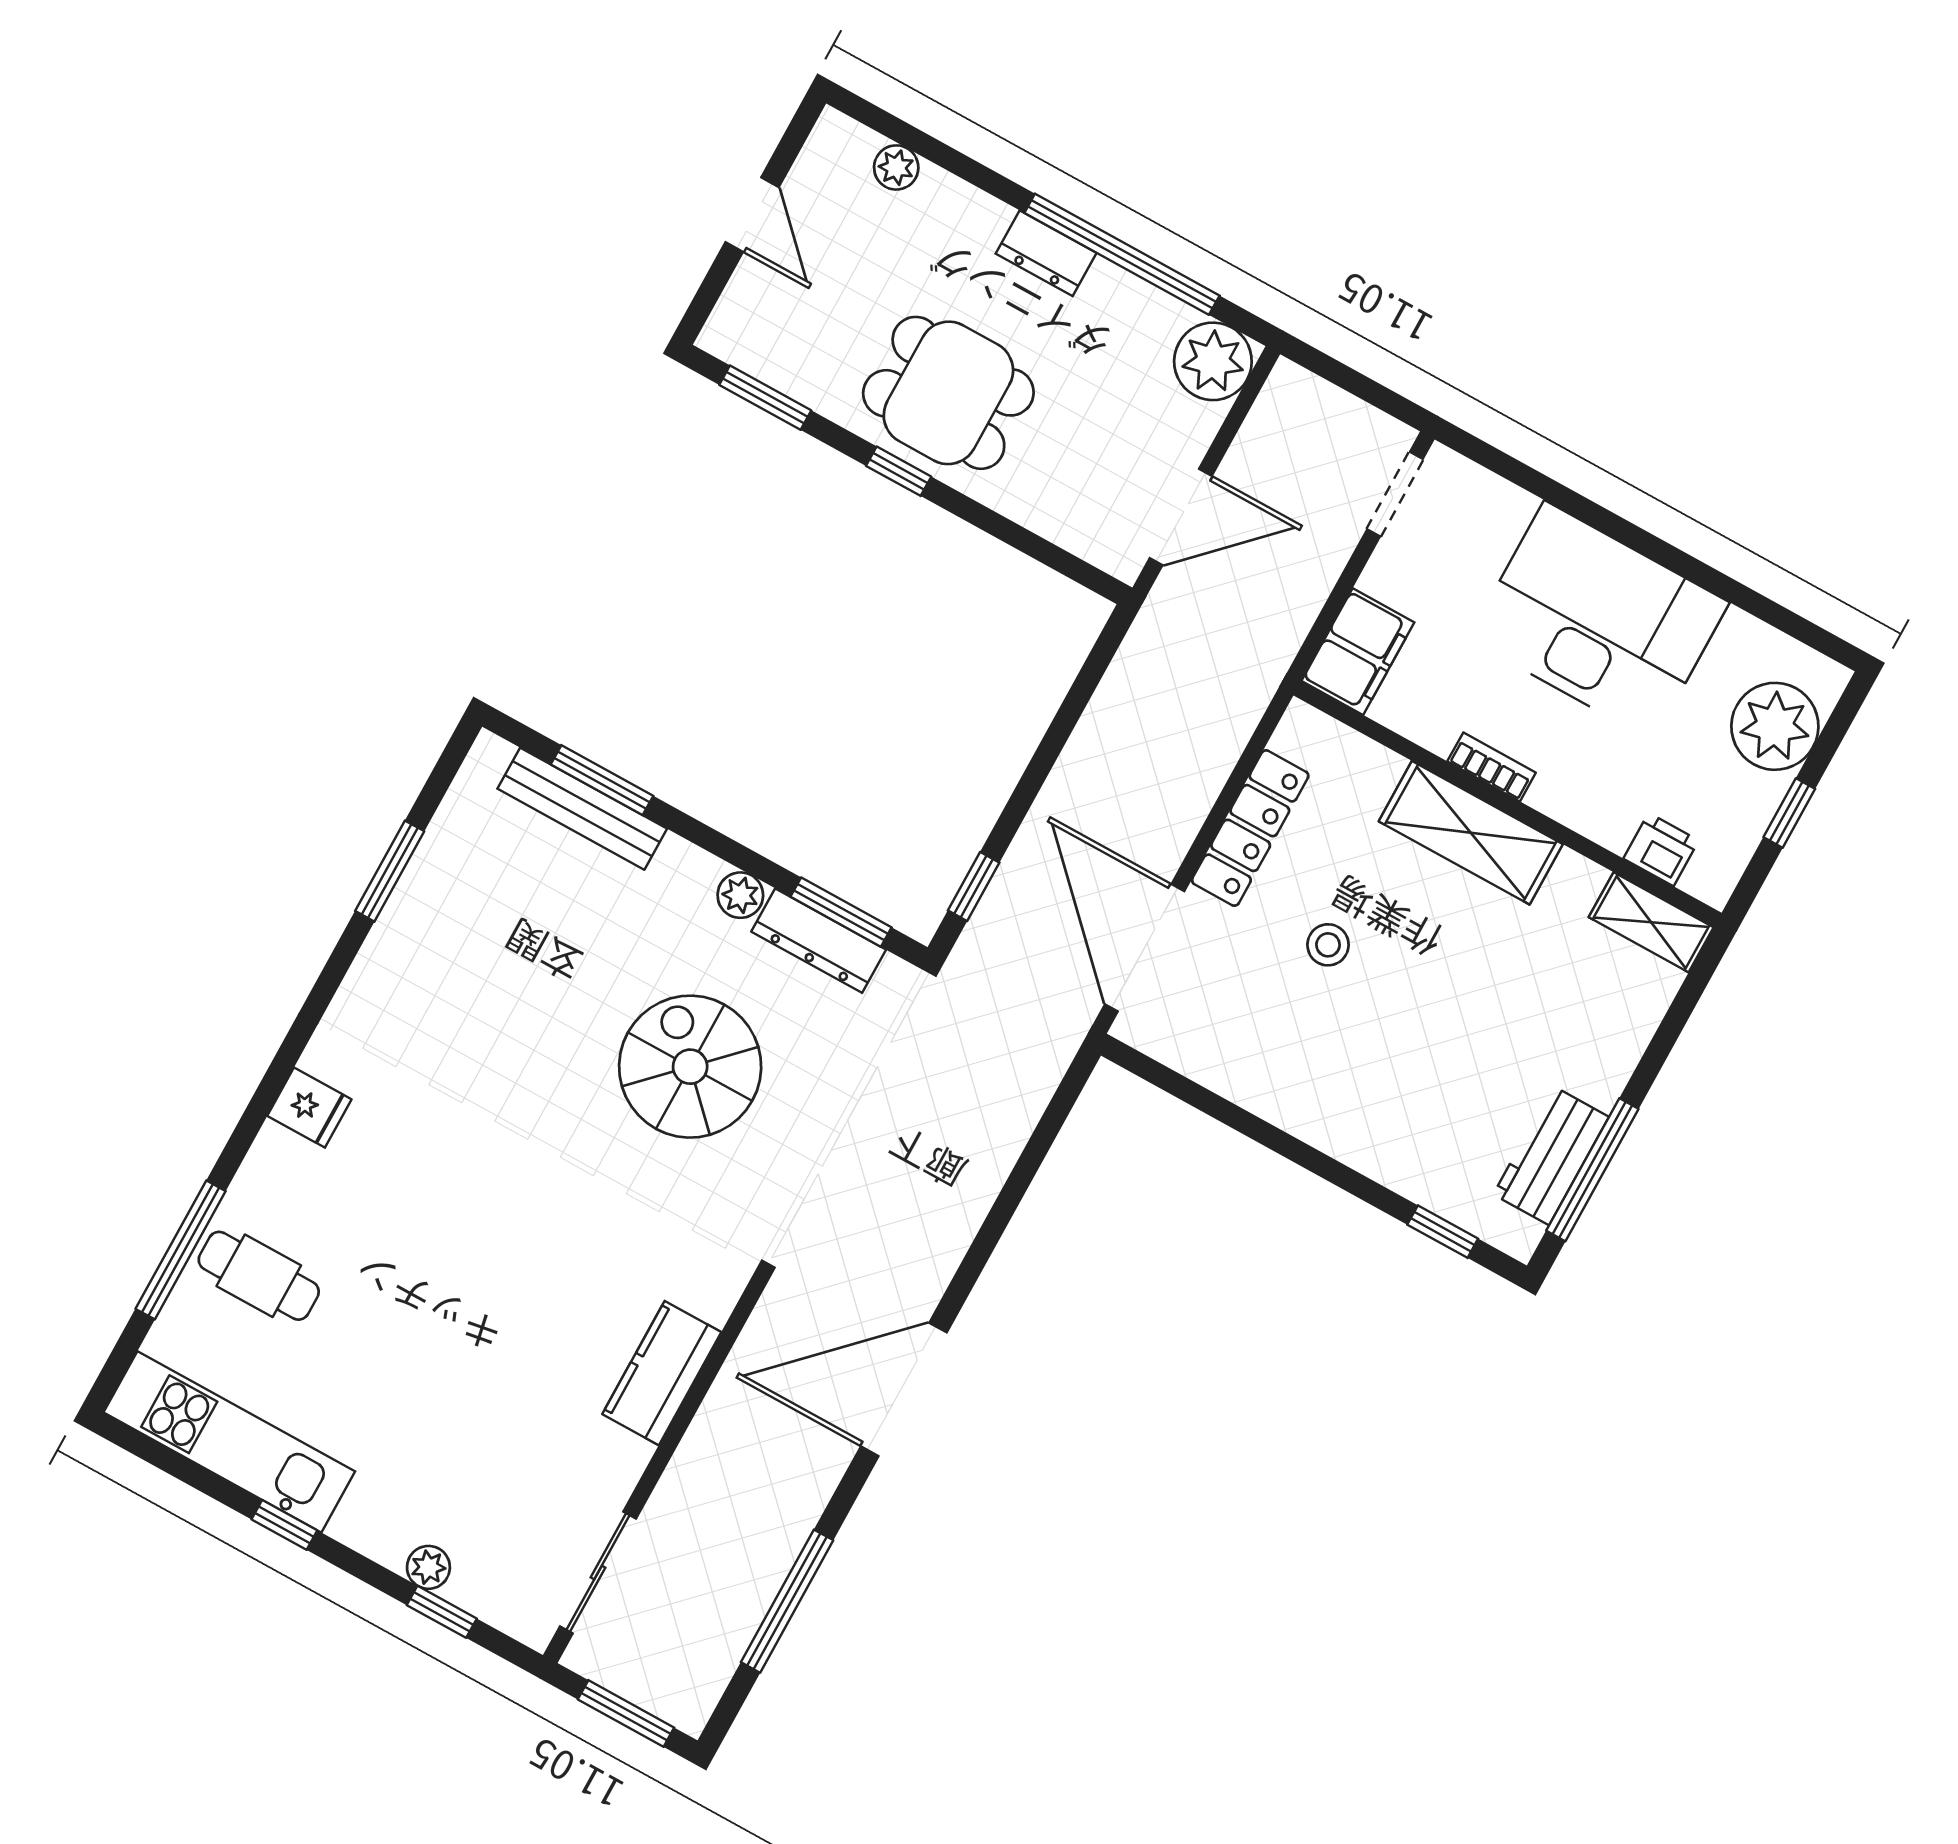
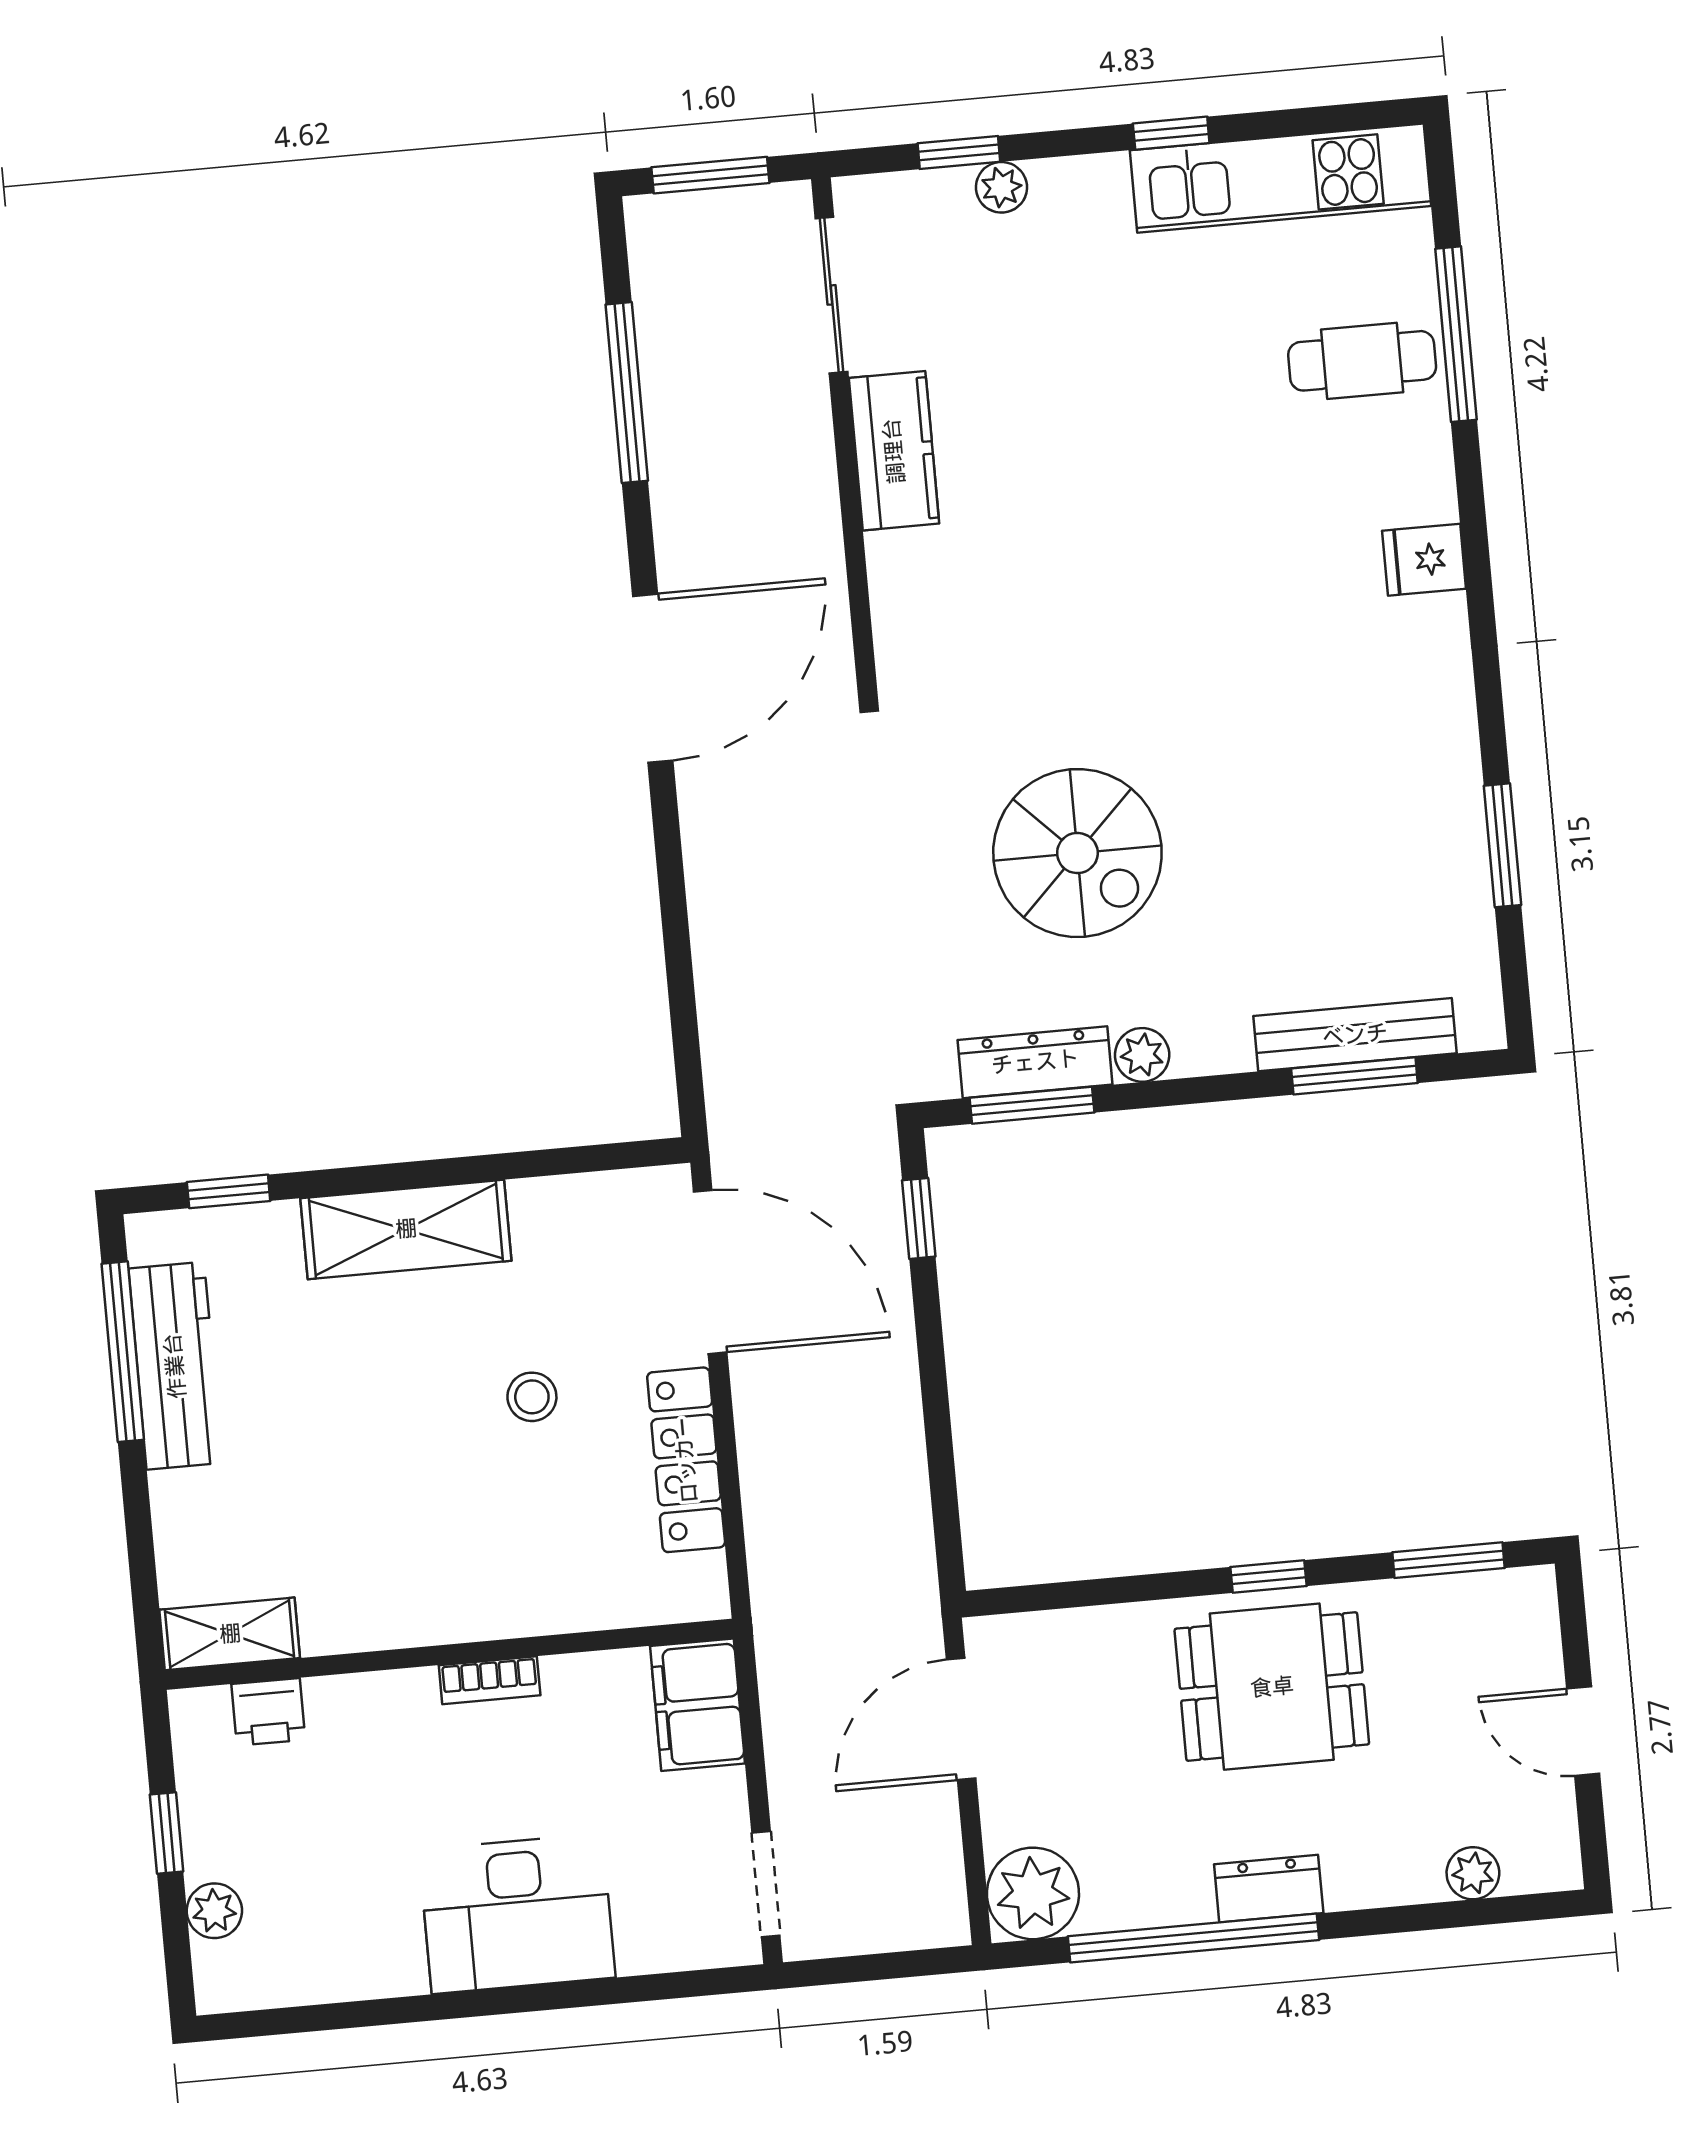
desk: (1599, 621) -> (517, 1914), width x0.73, depth x0.77
plant: (1775, 726) -> (214, 1911), width x0.53, depth x0.53
shelving: (1471, 833) -> (406, 1229), moved
workbench: (1551, 1156) -> (175, 1366), width x1.37
kitchen counter: (662, 1373) -> (894, 451), moved

